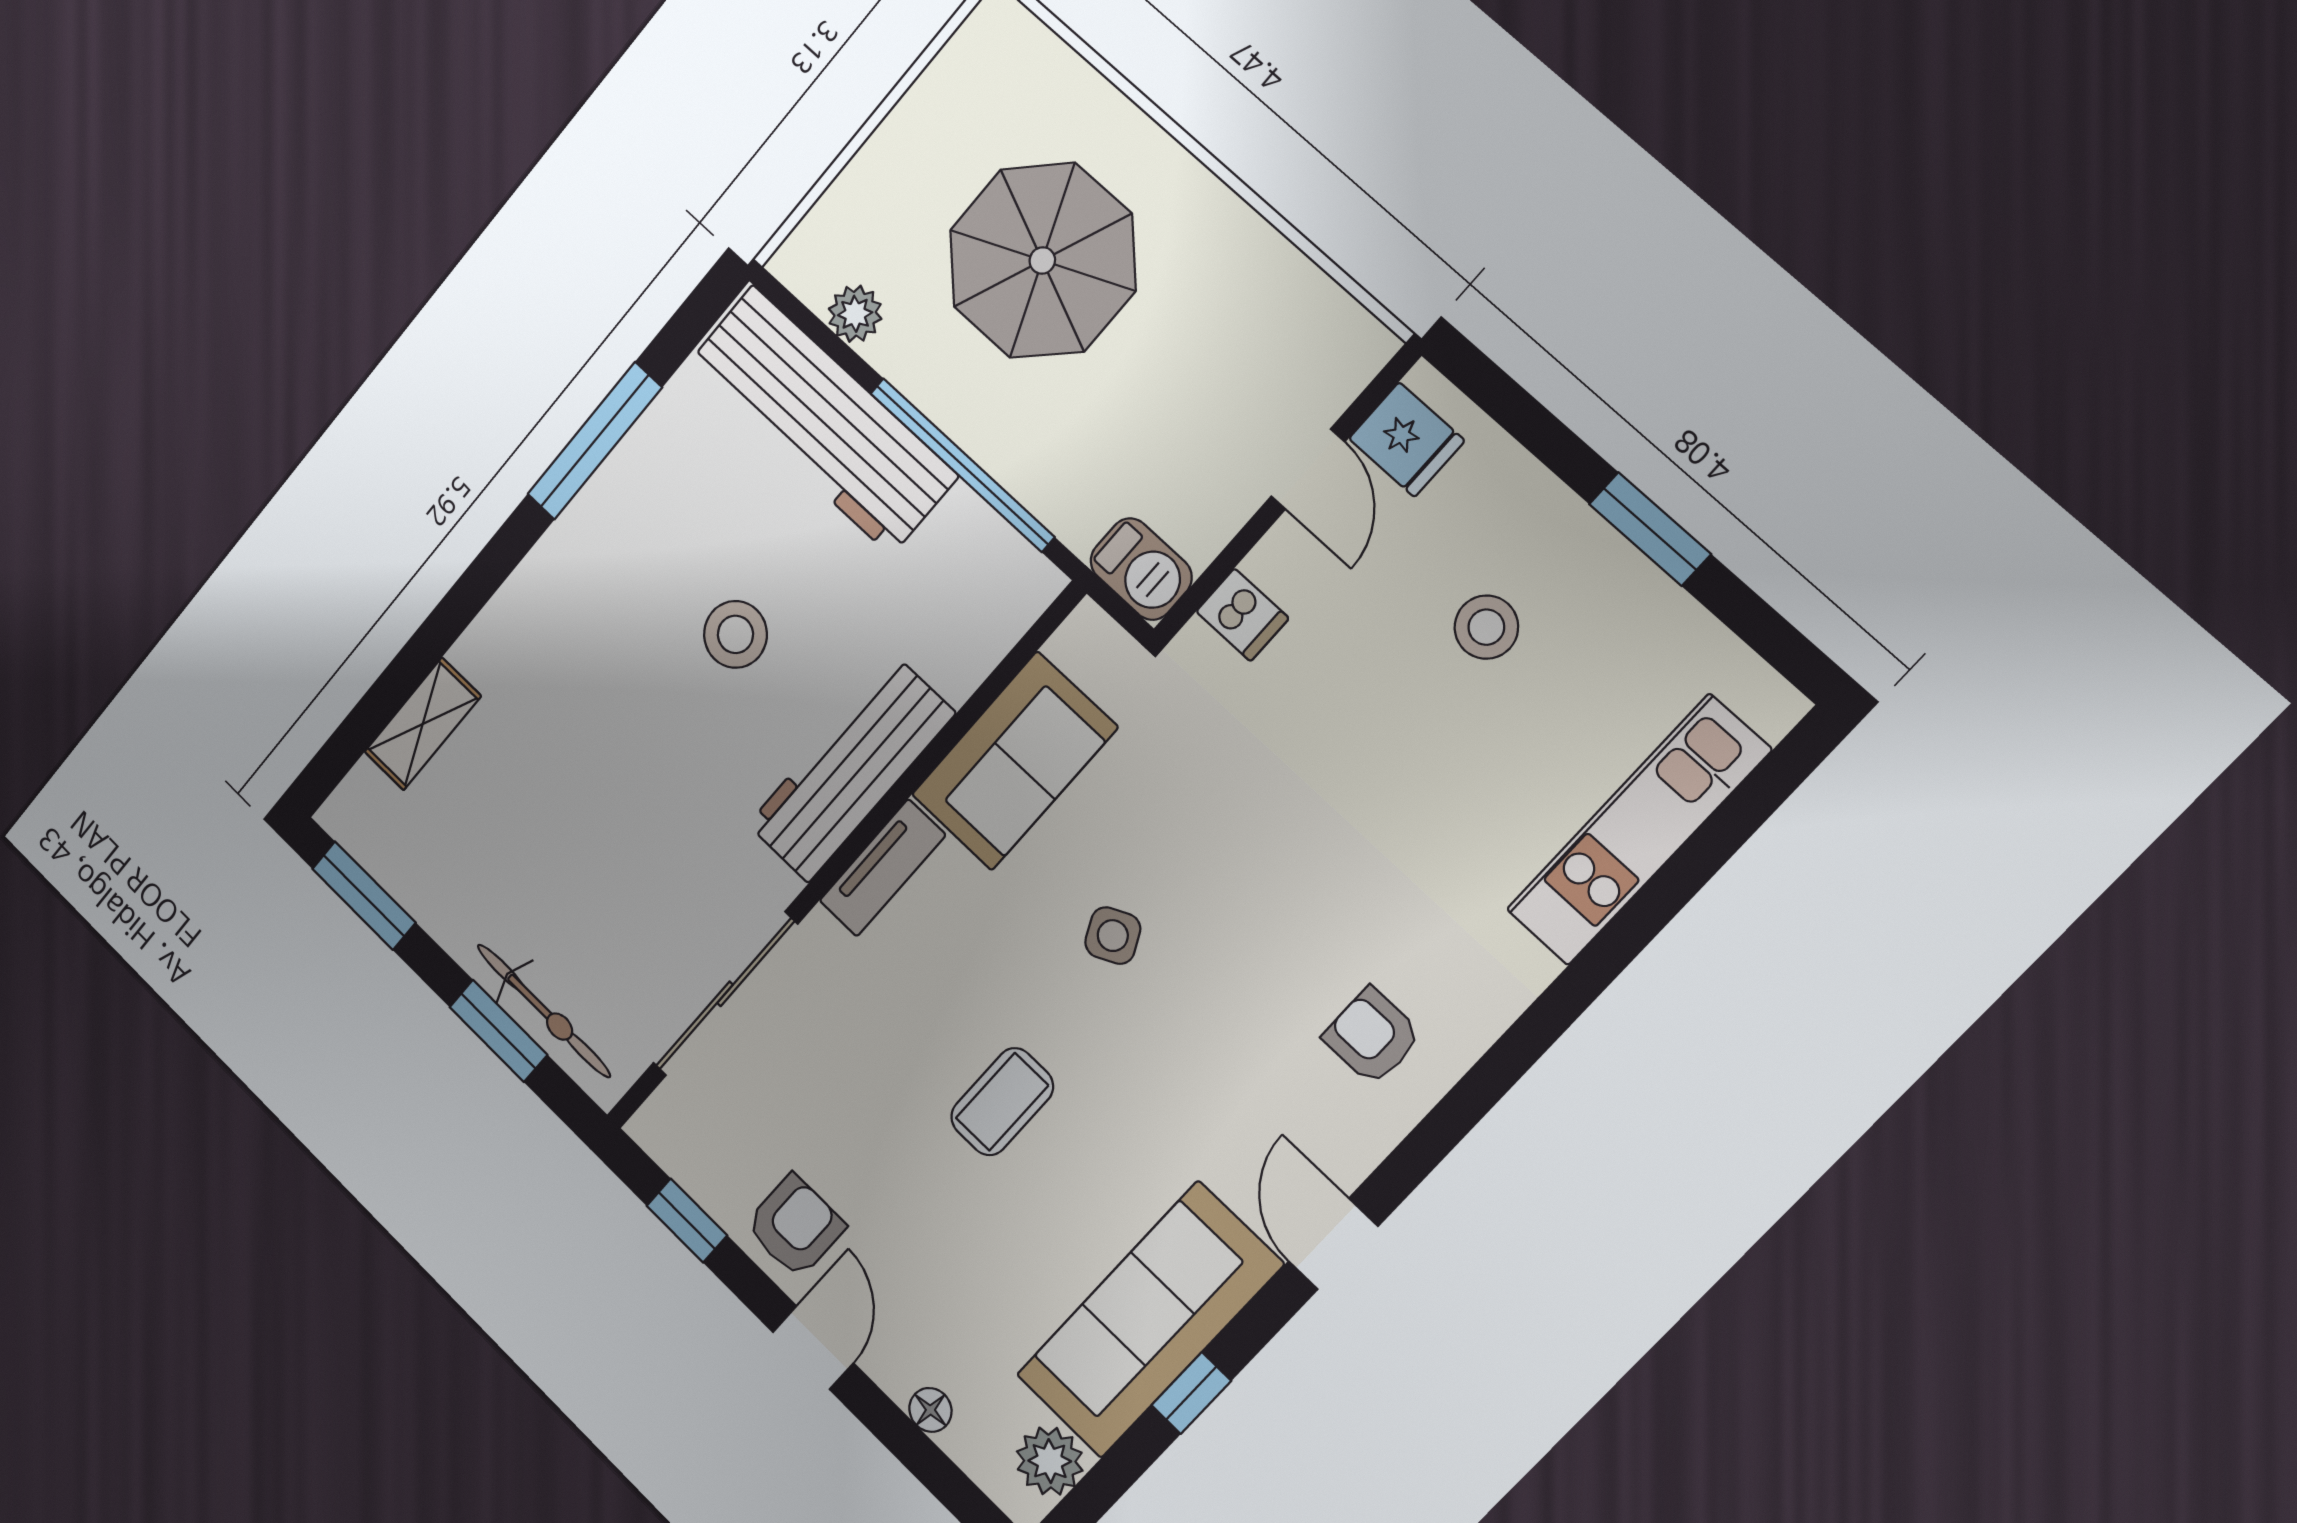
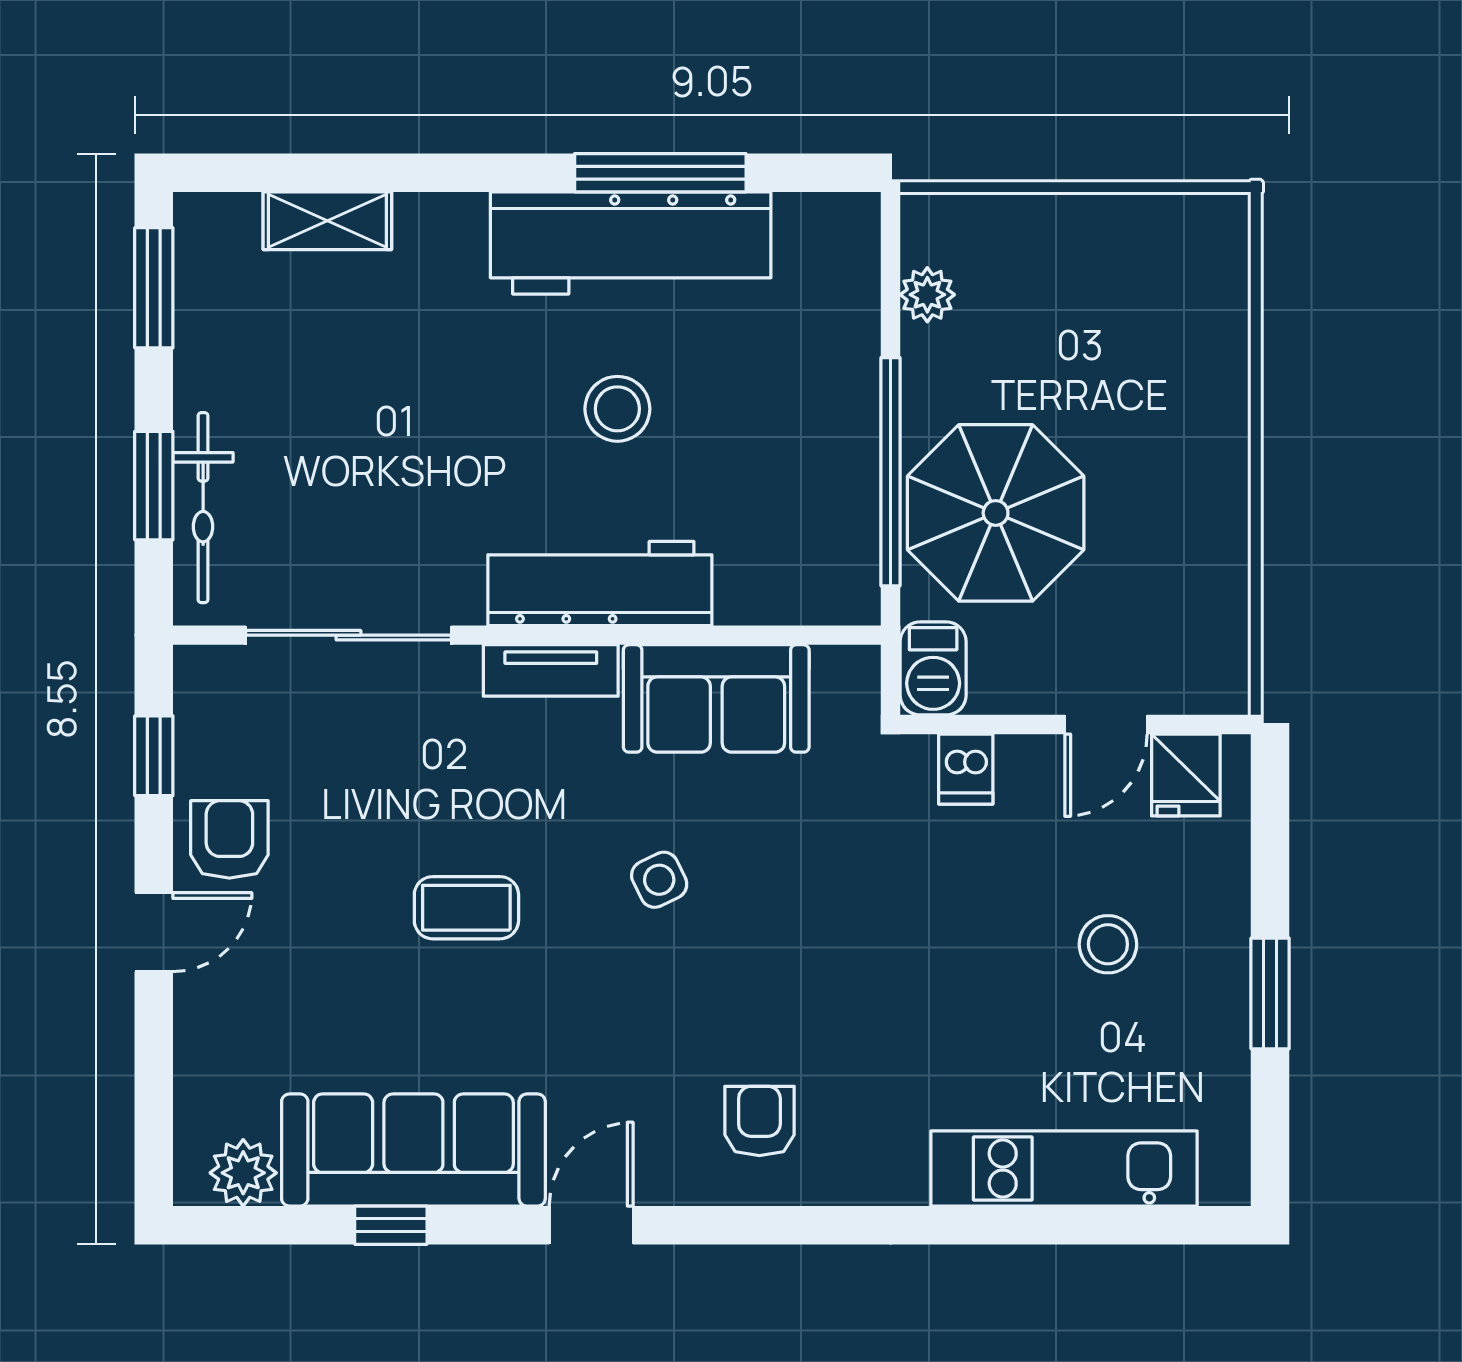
parasol: (1042, 260) -> (996, 513), moved
workbench: (822, 420) -> (631, 243), moved, turned -90
armchair: (795, 1226) -> (229, 839), turned -90
floor lamp: (930, 1410) -> (194, 1057), removed

